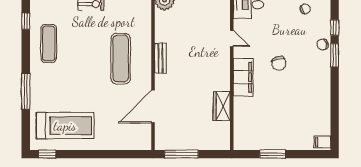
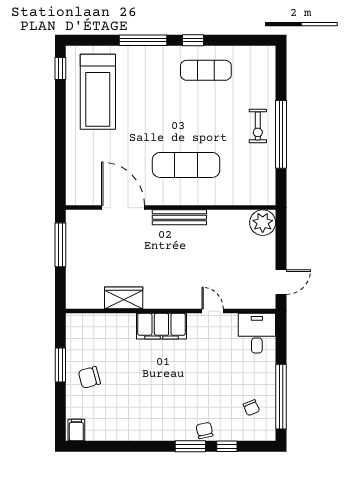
window: (26, 21) -> (193, 40), moved
door: (232, 38) -> (213, 311), swing flipped
bench: (160, 58) -> (179, 217), width x1.36
chair: (279, 63) -> (89, 377), moved

